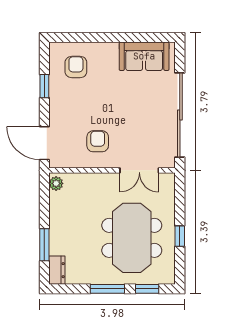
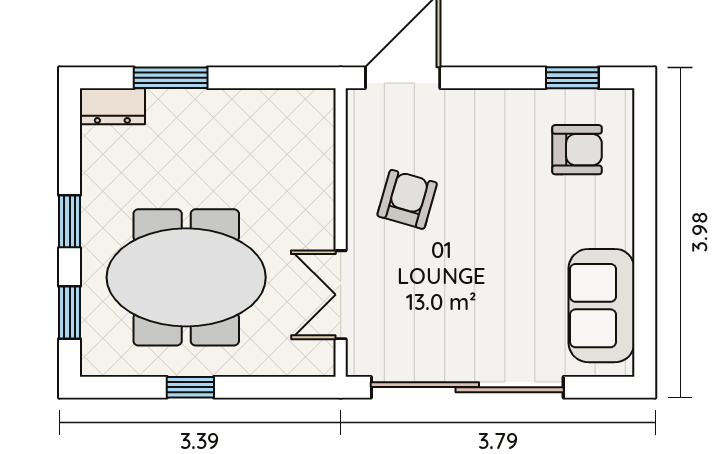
window: (44, 86) -> (572, 78), moved
armchair: (98, 141) -> (407, 199), turned -74
plant: (56, 183) -> (311, 104), removed
window: (107, 289) -> (70, 221), width x0.67

